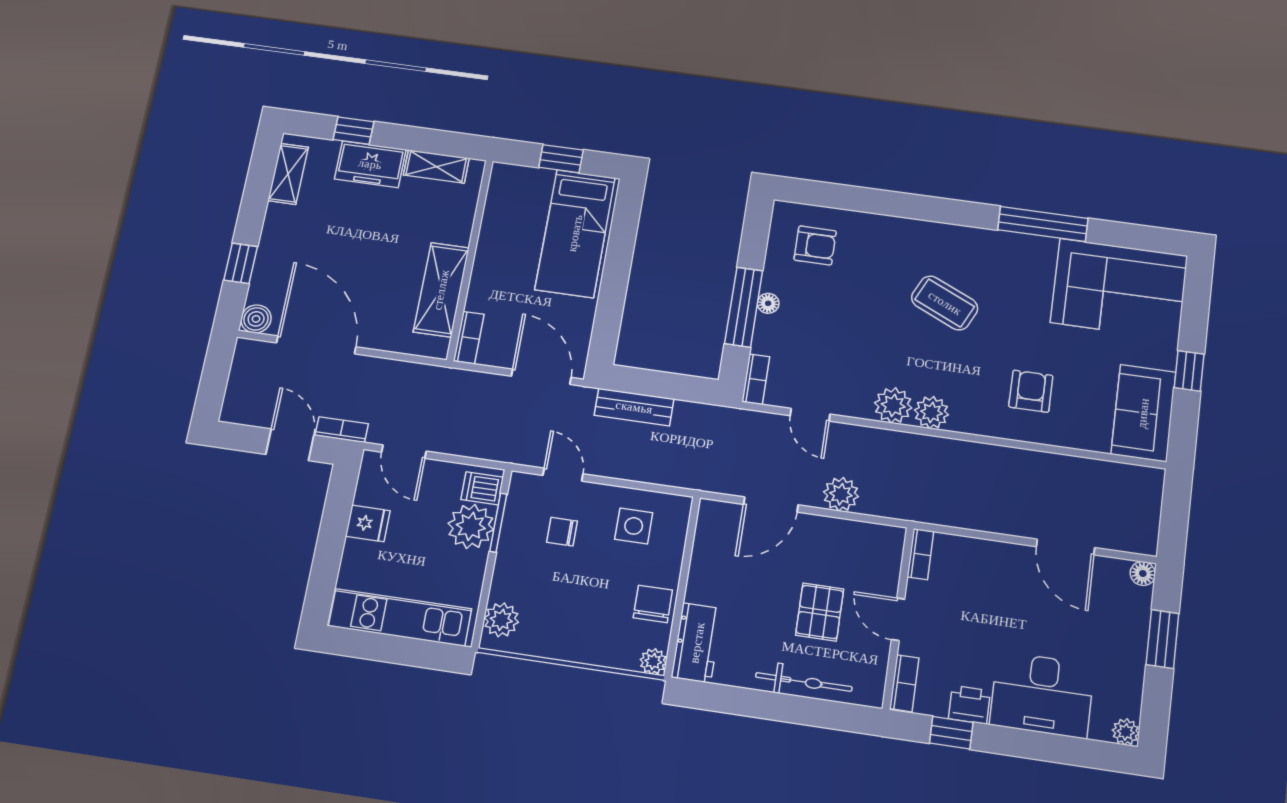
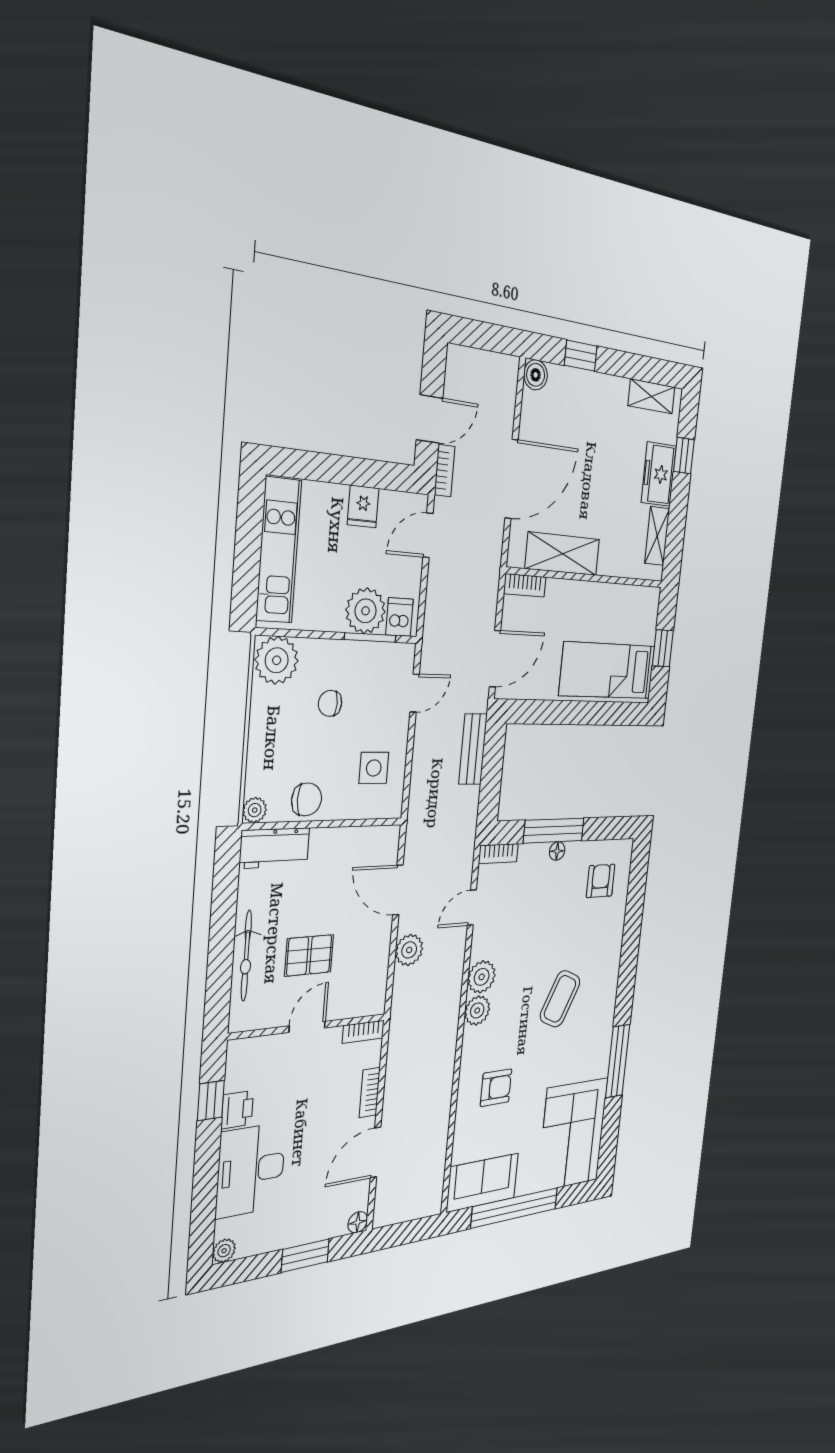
armchair: (815, 245) -> (601, 881), turned 180
door: (316, 345) -> (512, 479), moved
window: (1189, 371) -> (515, 1208), width x3.17
chair: (562, 532) -> (330, 703), moved, turned -88
plant: (501, 620) -> (277, 660), width x1.36, depth x1.36
bookcase: (904, 683) -> (370, 1092), moved, turned 90

